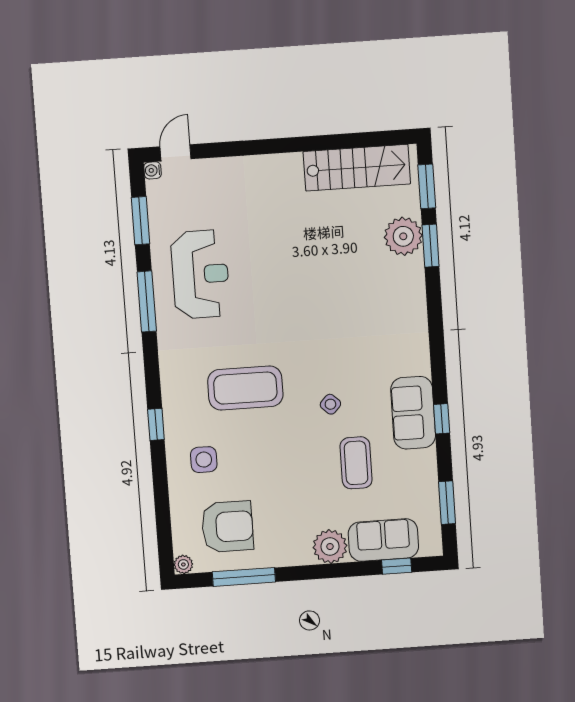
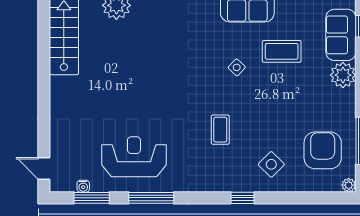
water cooler: (153, 170) -> (83, 186), moved
coffee table: (245, 388) -> (220, 130), width x0.54, depth x0.58
side table: (204, 460) -> (271, 164), turned 45

